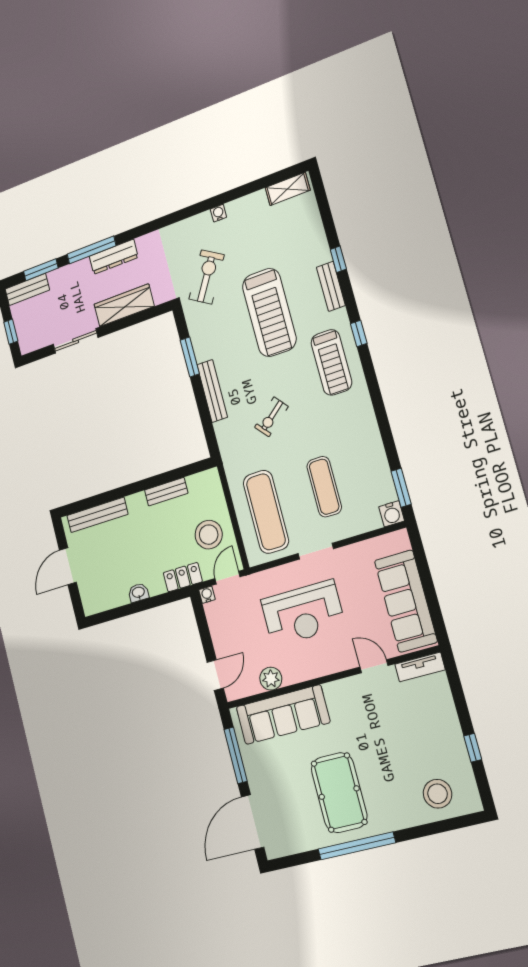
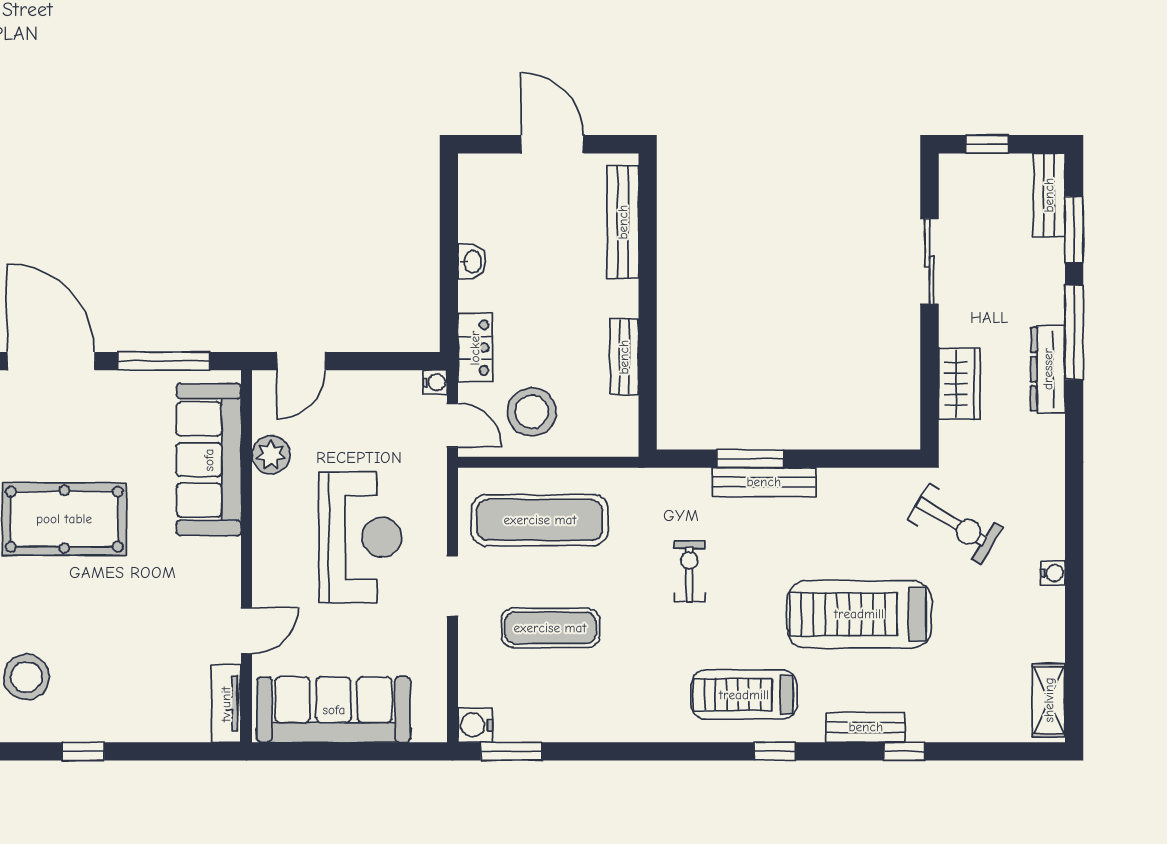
wardrobe: (124, 305) -> (959, 384), width x0.67
window: (190, 357) -> (750, 459), moved
exercise bike: (271, 417) -> (689, 571), turned 40
reception desk: (303, 613) -> (360, 537), turned 180
door: (215, 675) -> (301, 361), hinge flipped

